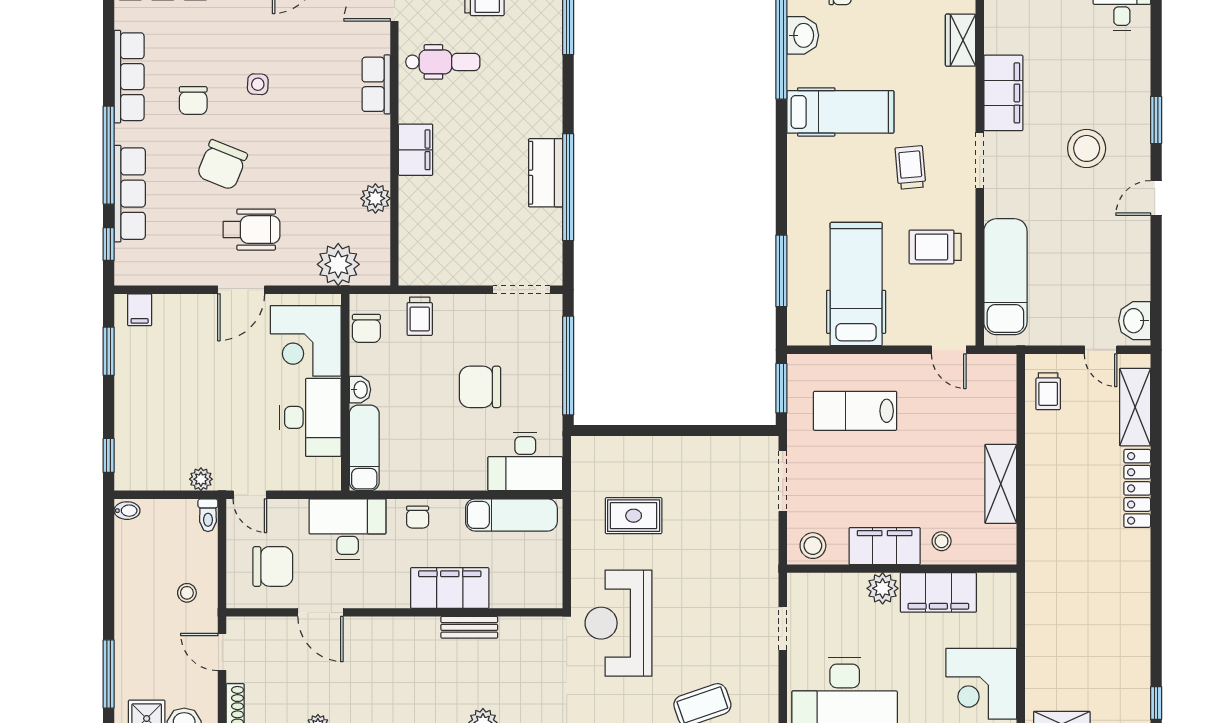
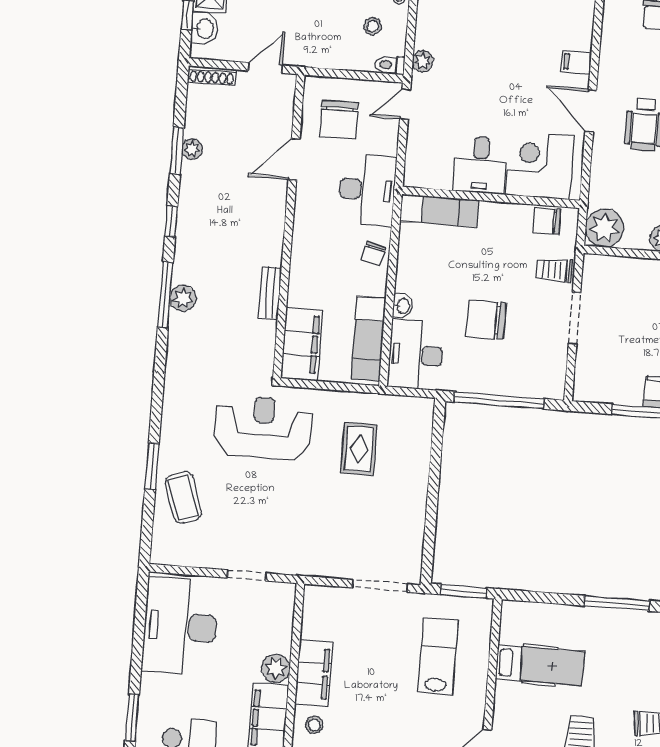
plant: (338, 264) -> (605, 228), moved
window: (781, 271) -> (617, 603), moved
hospital bed: (856, 284) -> (540, 665), width x0.73, depth x0.78
doorway: (522, 290) -> (574, 318), moved
filing cabinet: (140, 310) -> (576, 62), moved
chair: (480, 387) -> (486, 319), turned -90
washbasin: (360, 390) -> (403, 306), moved, turned -90
desk: (310, 417) -> (480, 165), width x0.73
chair: (418, 517) -> (373, 254), turned -76
stool: (813, 546) -> (319, 609), removed
filing cabinet: (450, 588) -> (302, 344), moved
stool: (187, 593) -> (373, 26), moved

